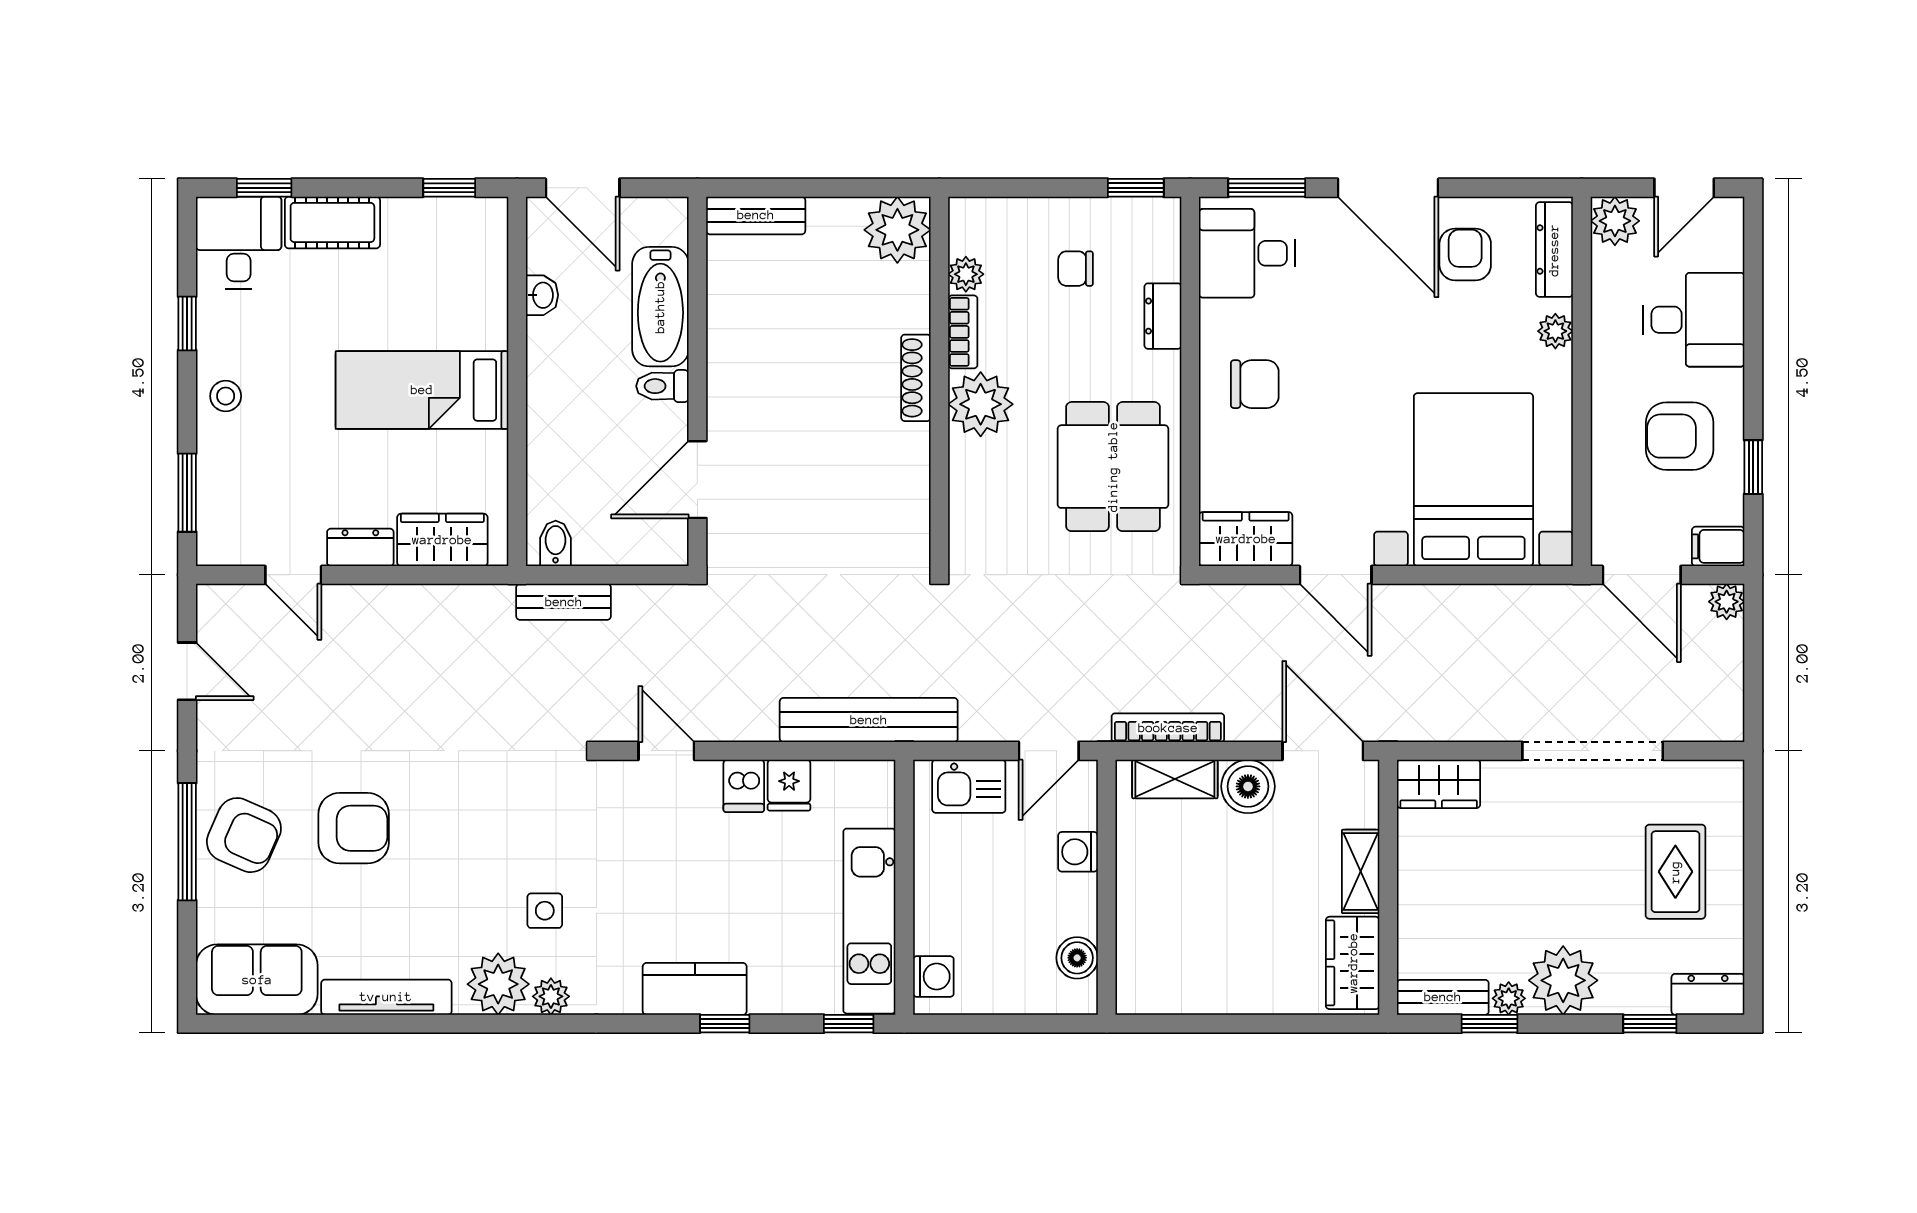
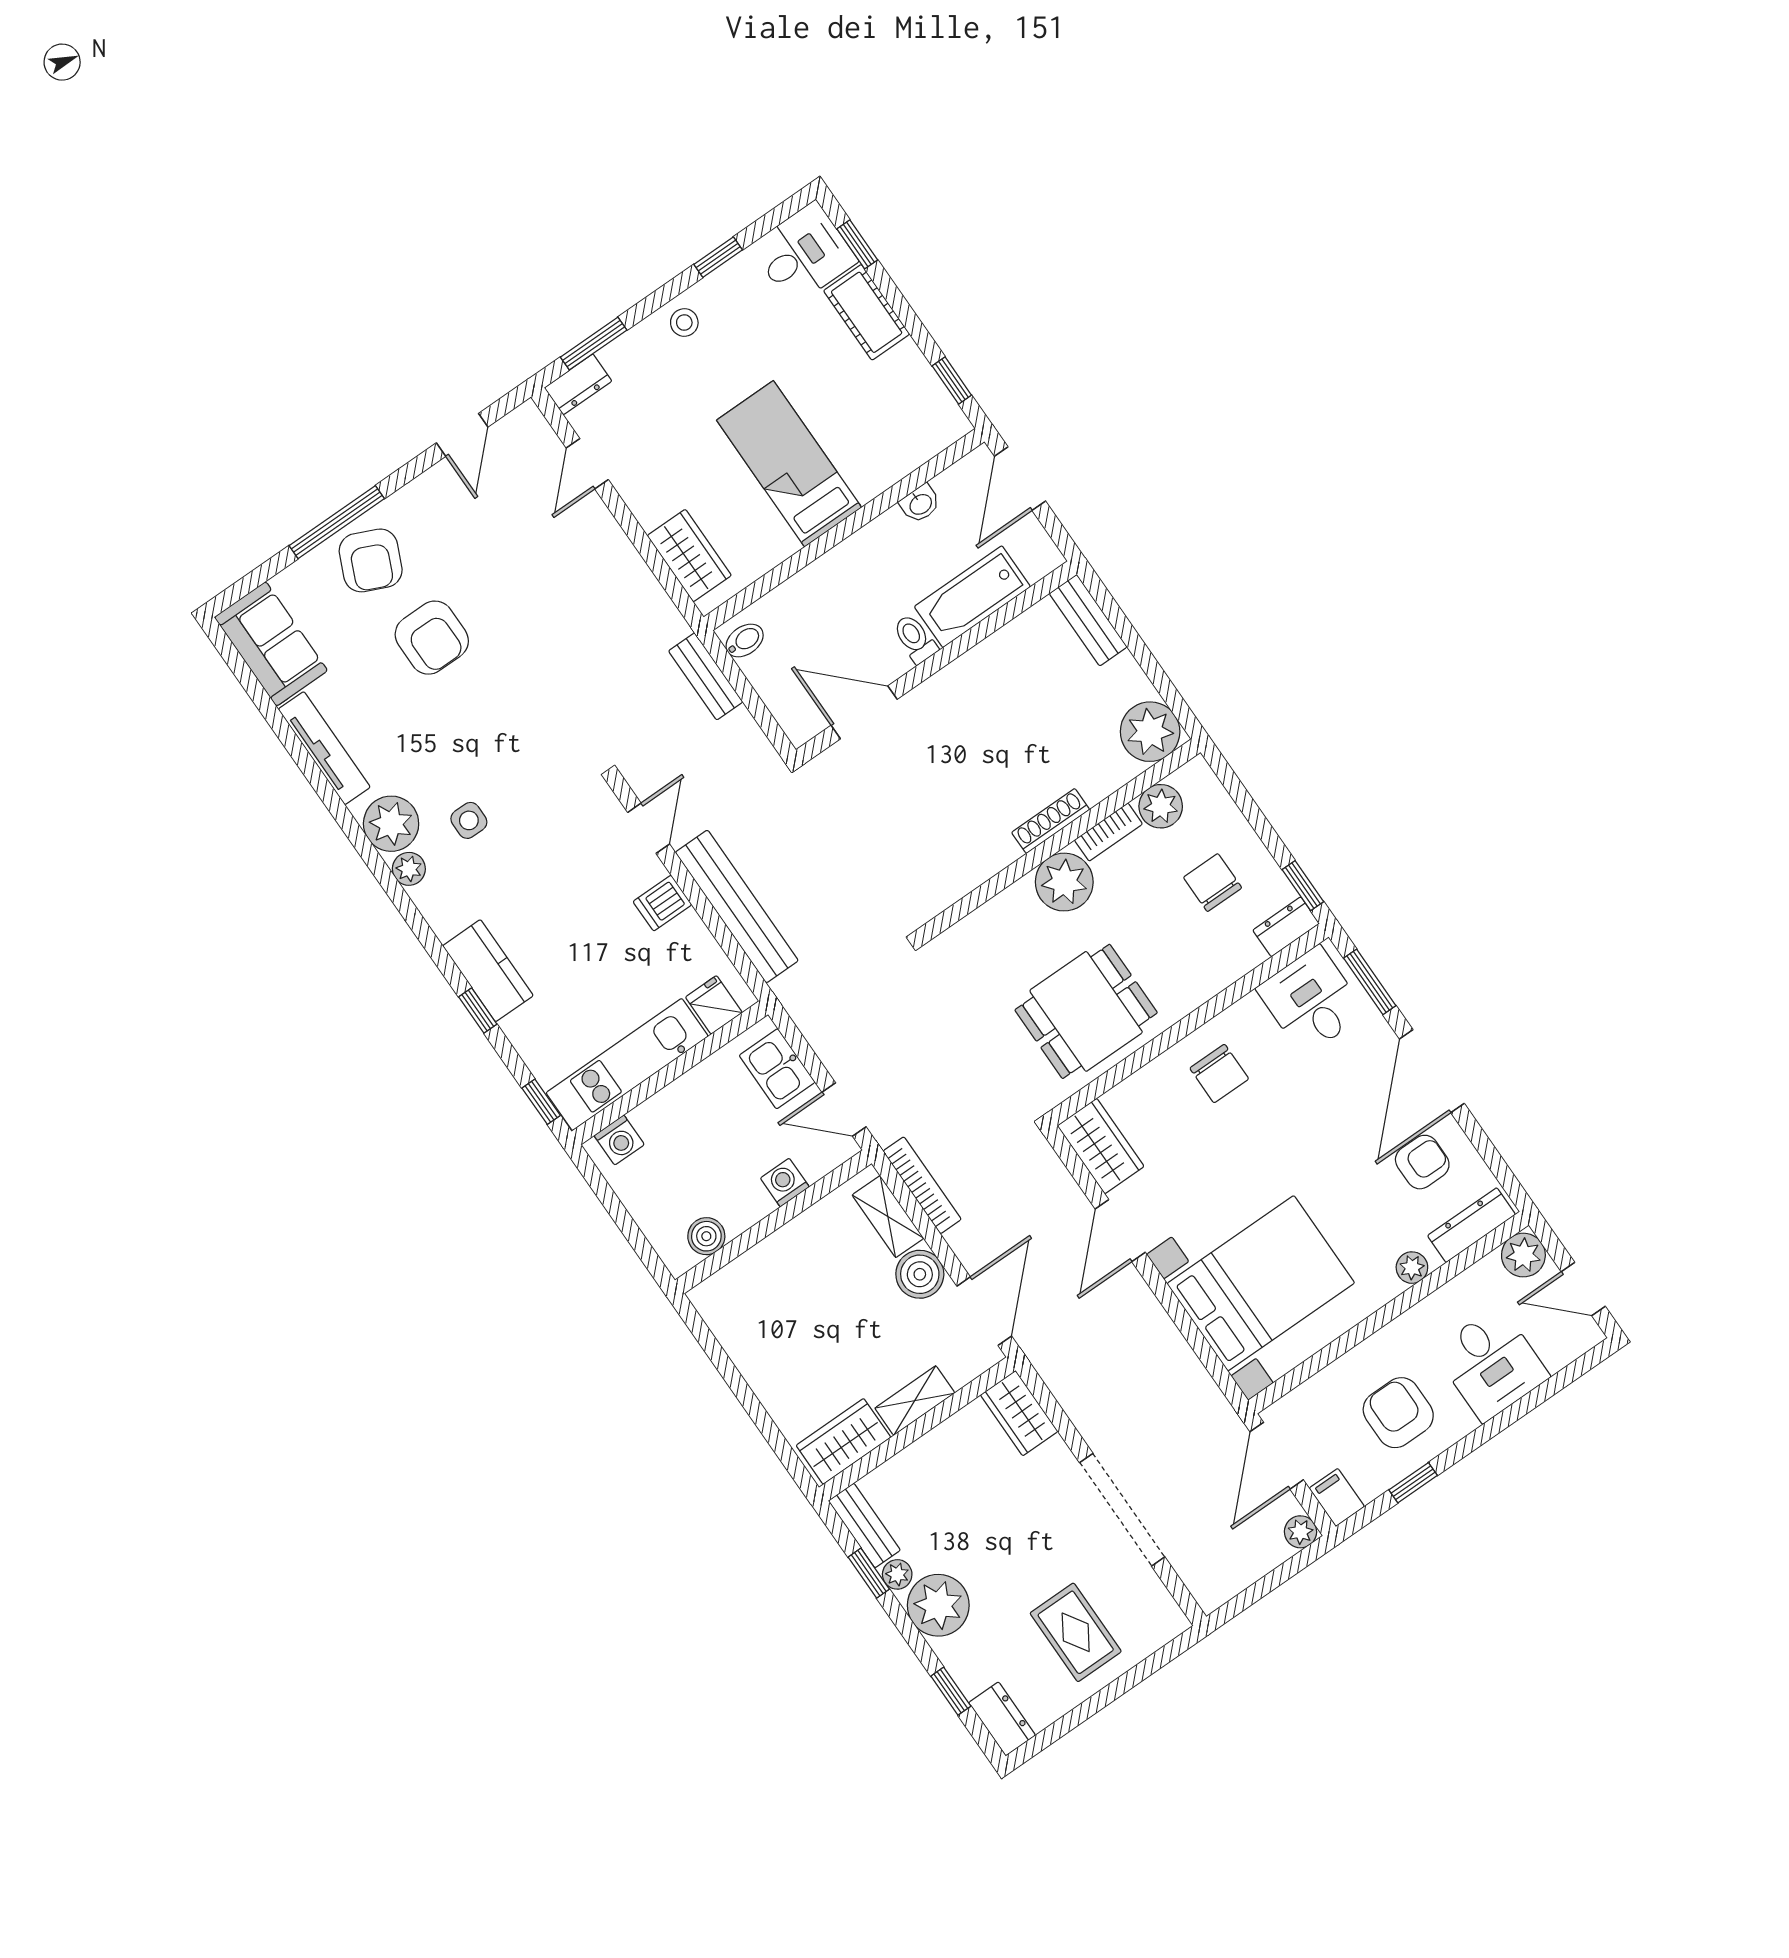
chair: (1076, 269) -> (1213, 883), width x1.37, depth x1.37
plant: (966, 274) -> (1161, 806), width x1.38, depth x1.38
dresser: (1163, 316) -> (1286, 927), moved
dresser: (360, 547) -> (578, 384), moved, turned 90
bench: (869, 720) -> (737, 906), moved
fridge: (789, 785) -> (714, 1005), moved, turned 90
rug: (1675, 872) -> (1076, 1632), turned 90

